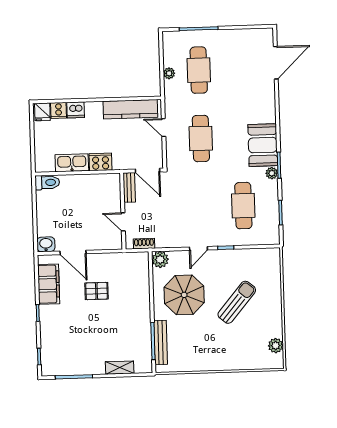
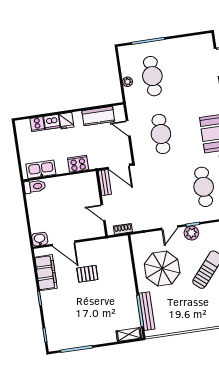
kitchen counter: (130, 109) -> (98, 116), width x0.67
fridge: (42, 112) -> (66, 121), moved
kitchen sink: (72, 163) -> (41, 169), moved
plant: (160, 260) -> (191, 233), moved
shelving: (120, 368) -> (129, 334), moved

